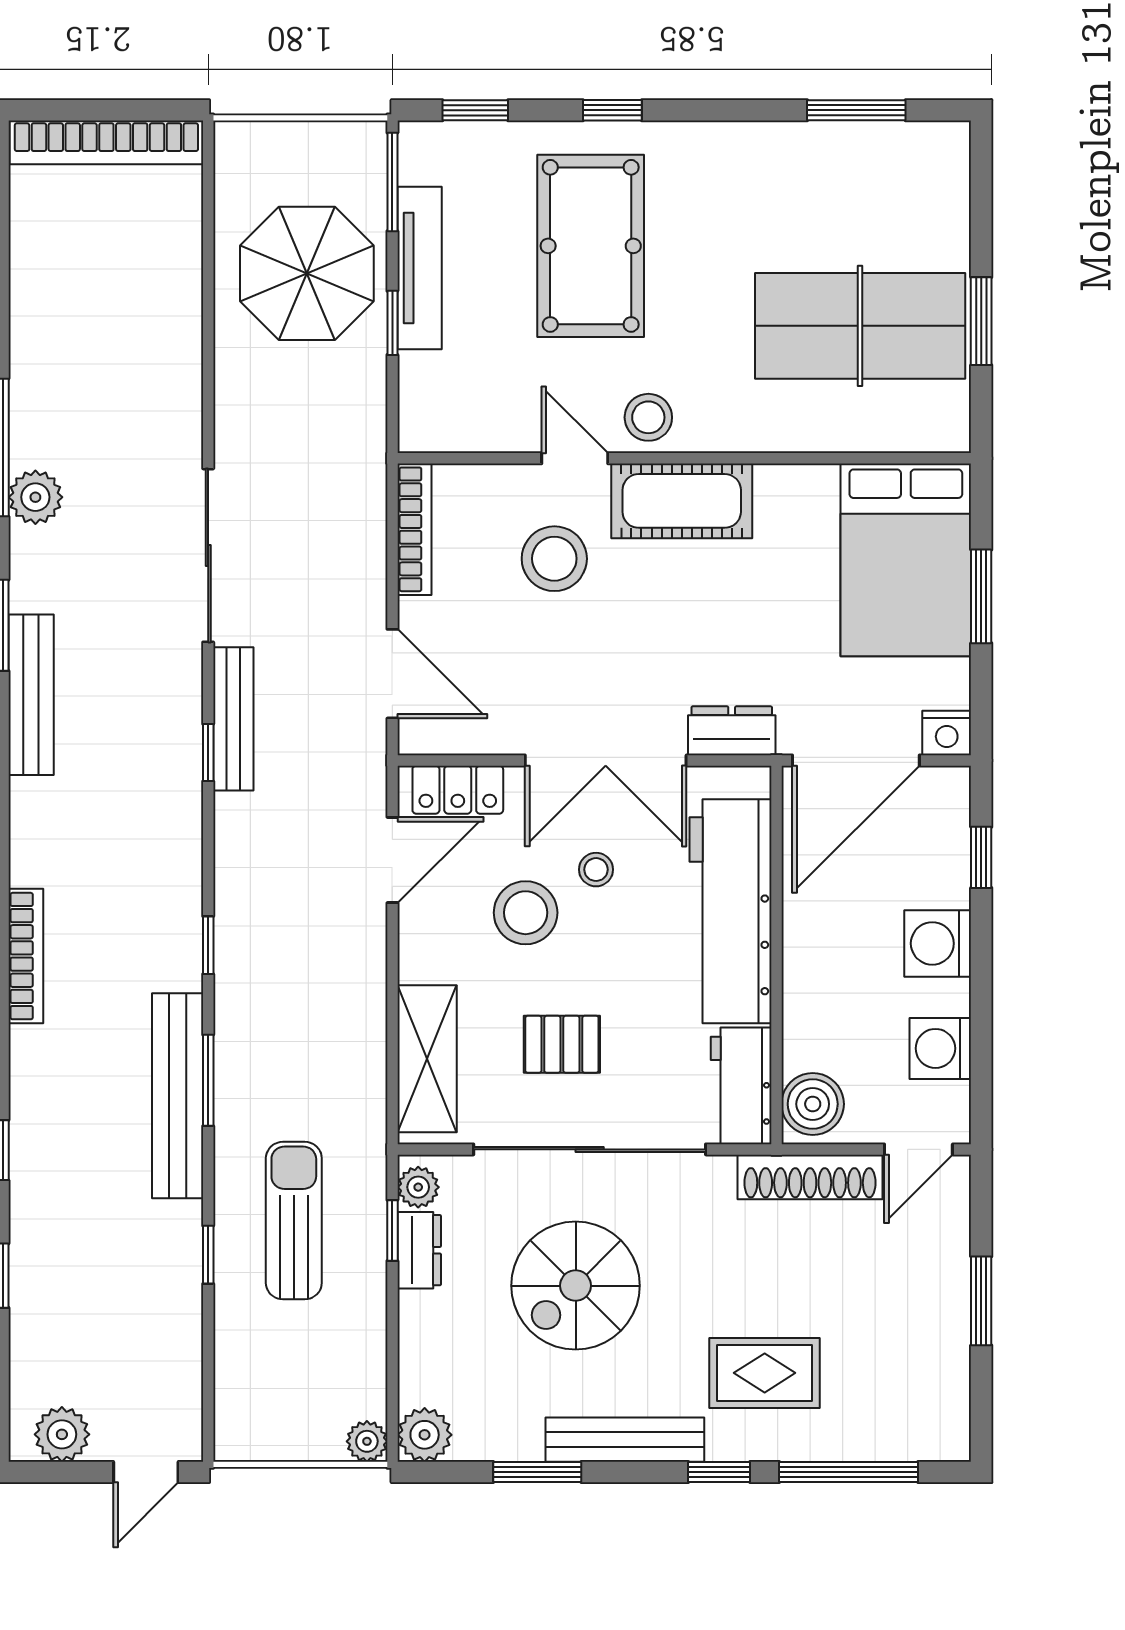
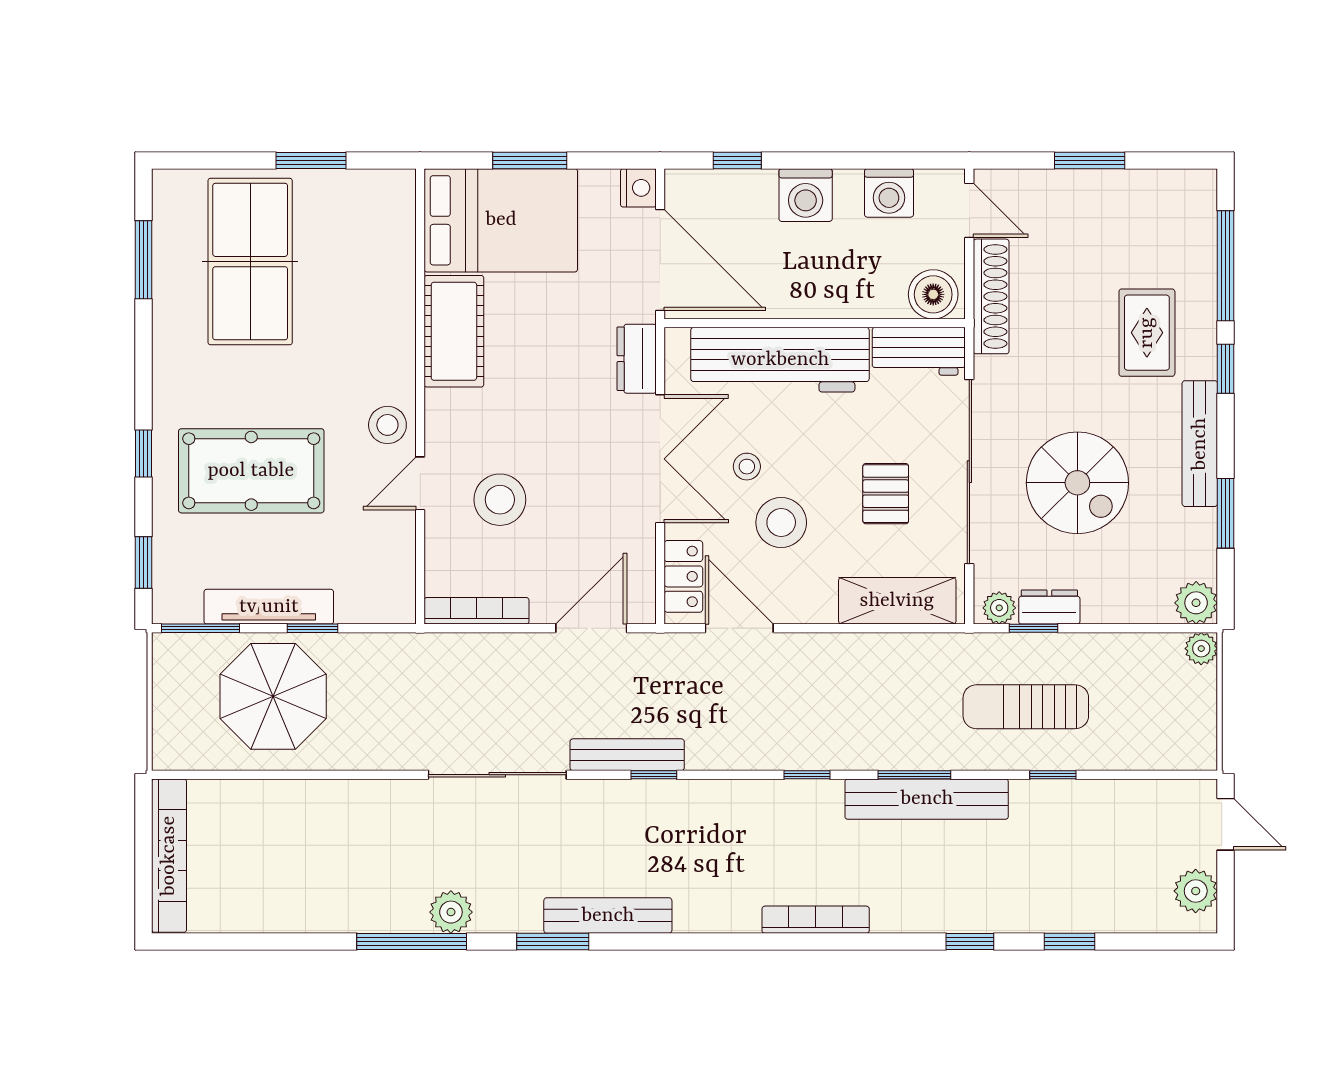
table tennis table: (860, 326) -> (250, 262), moved
cot: (682, 501) -> (454, 331), moved

